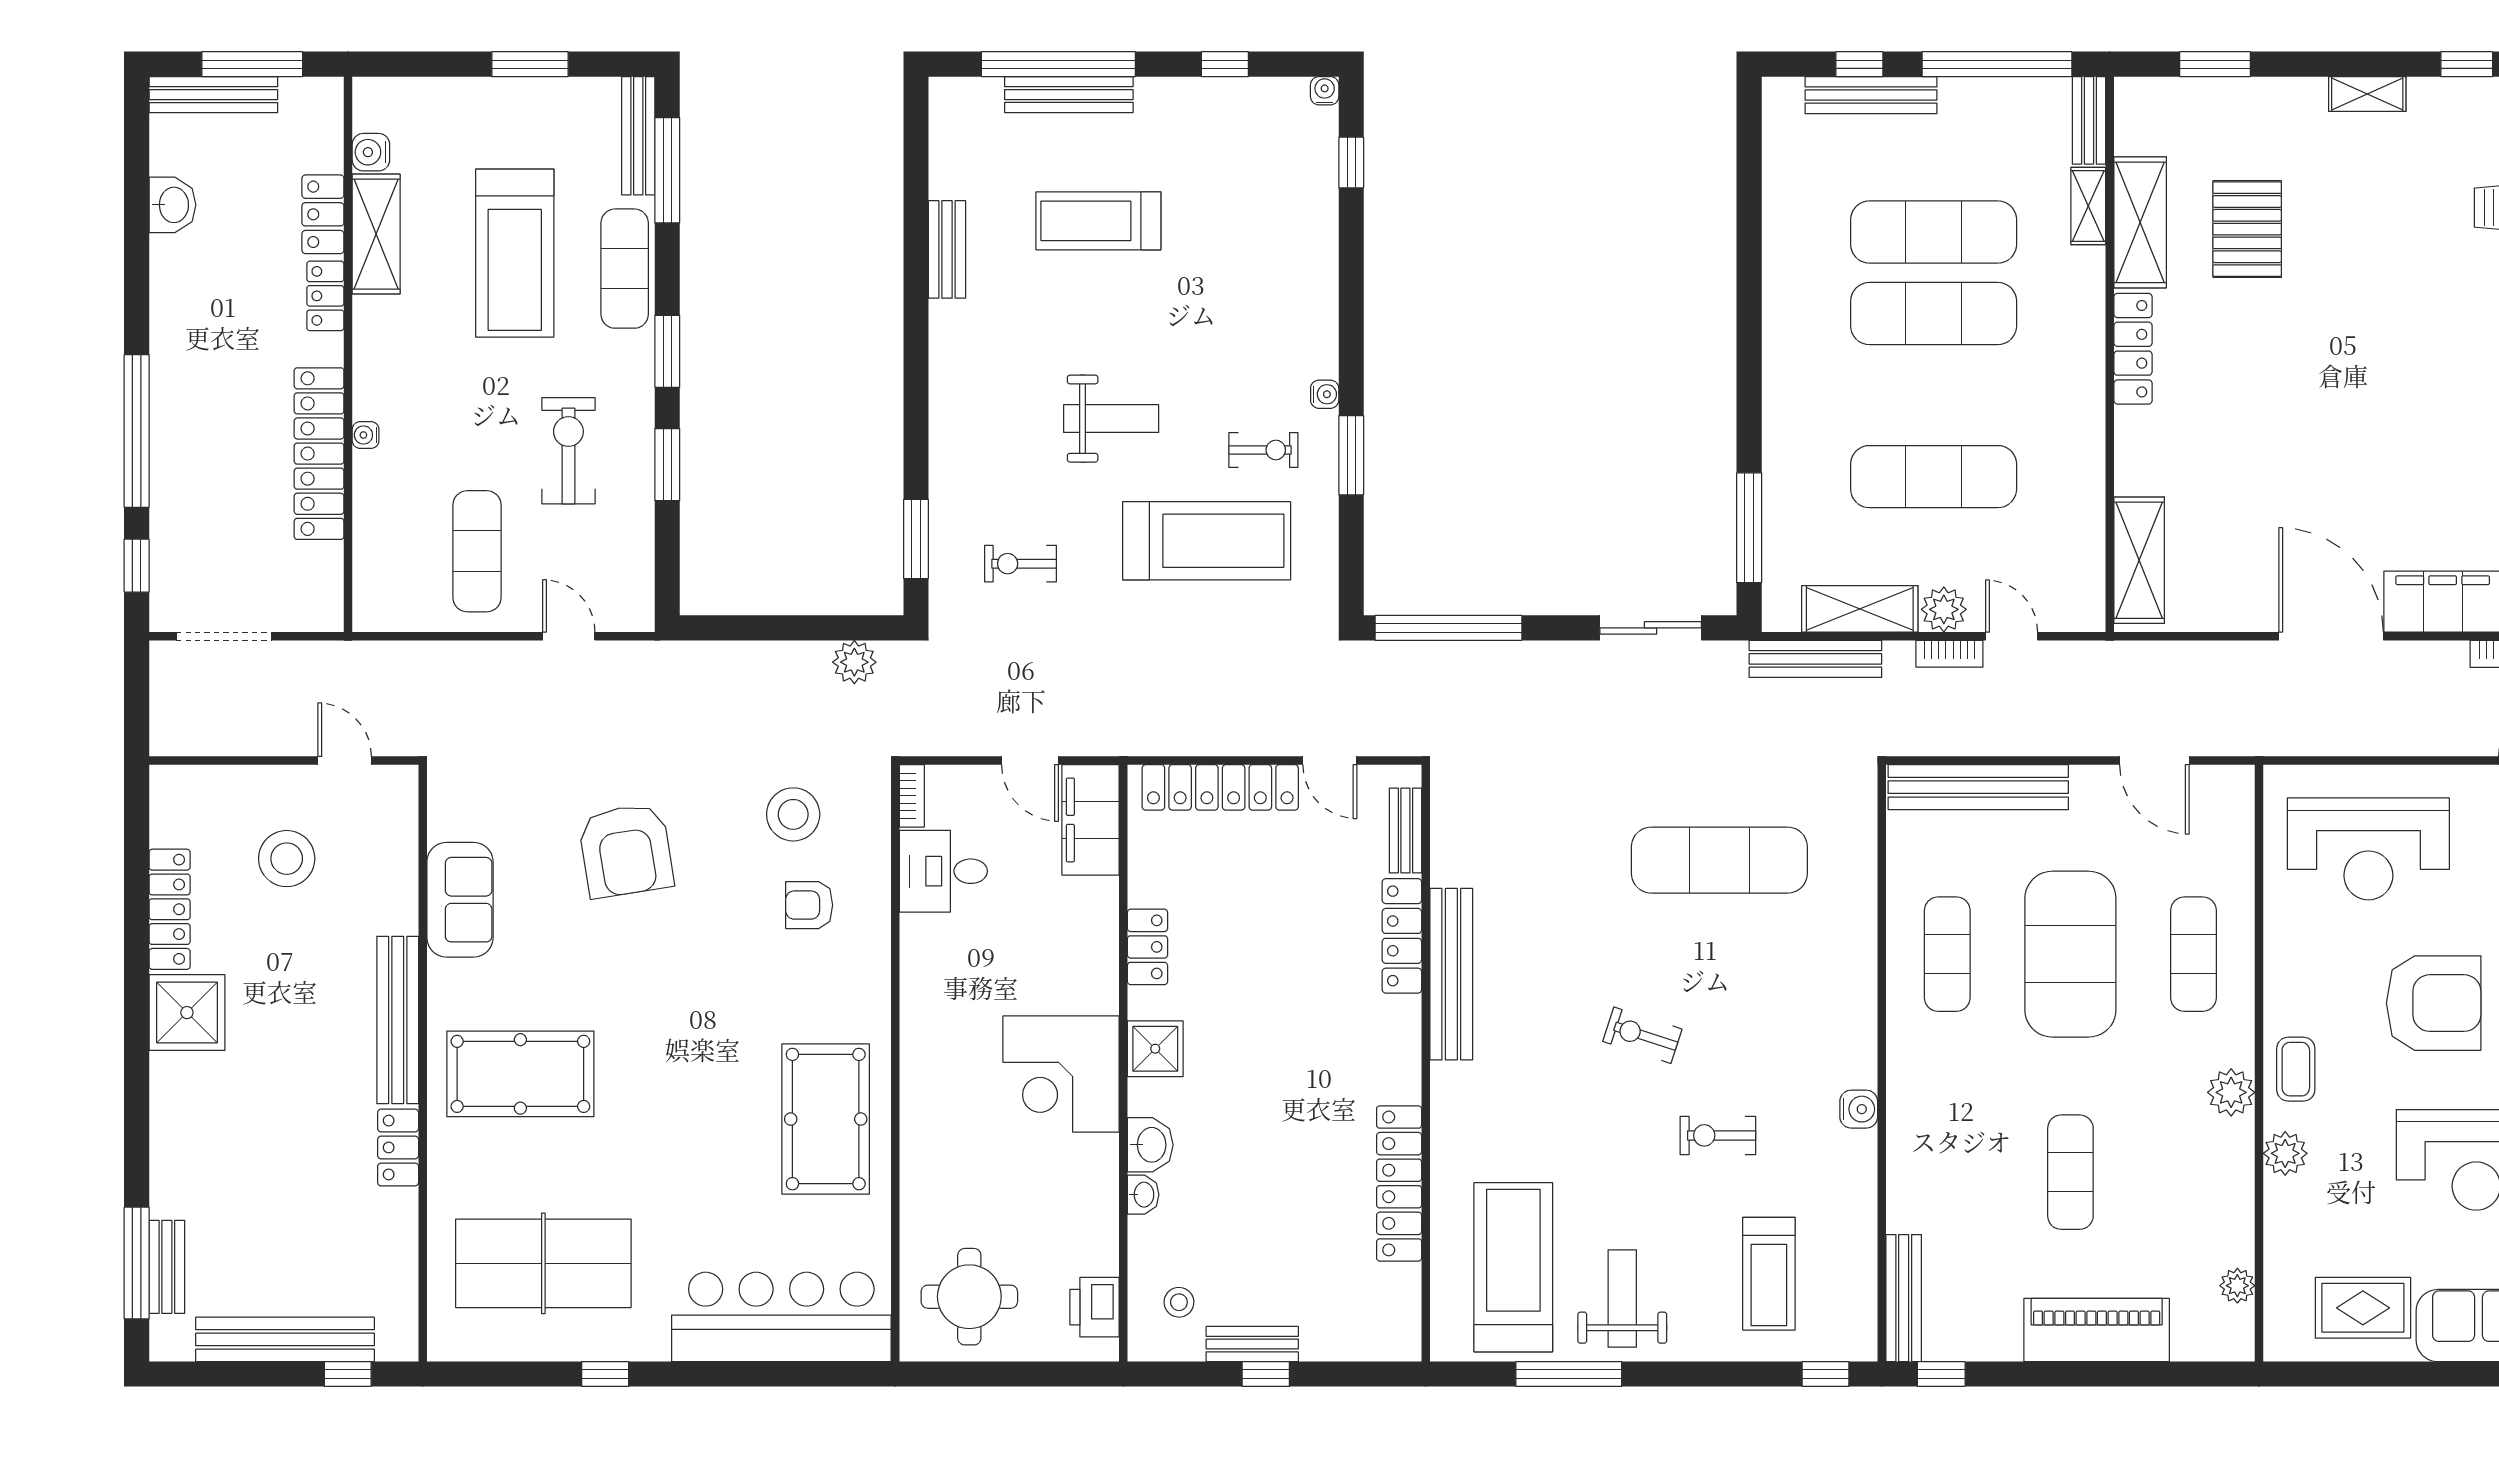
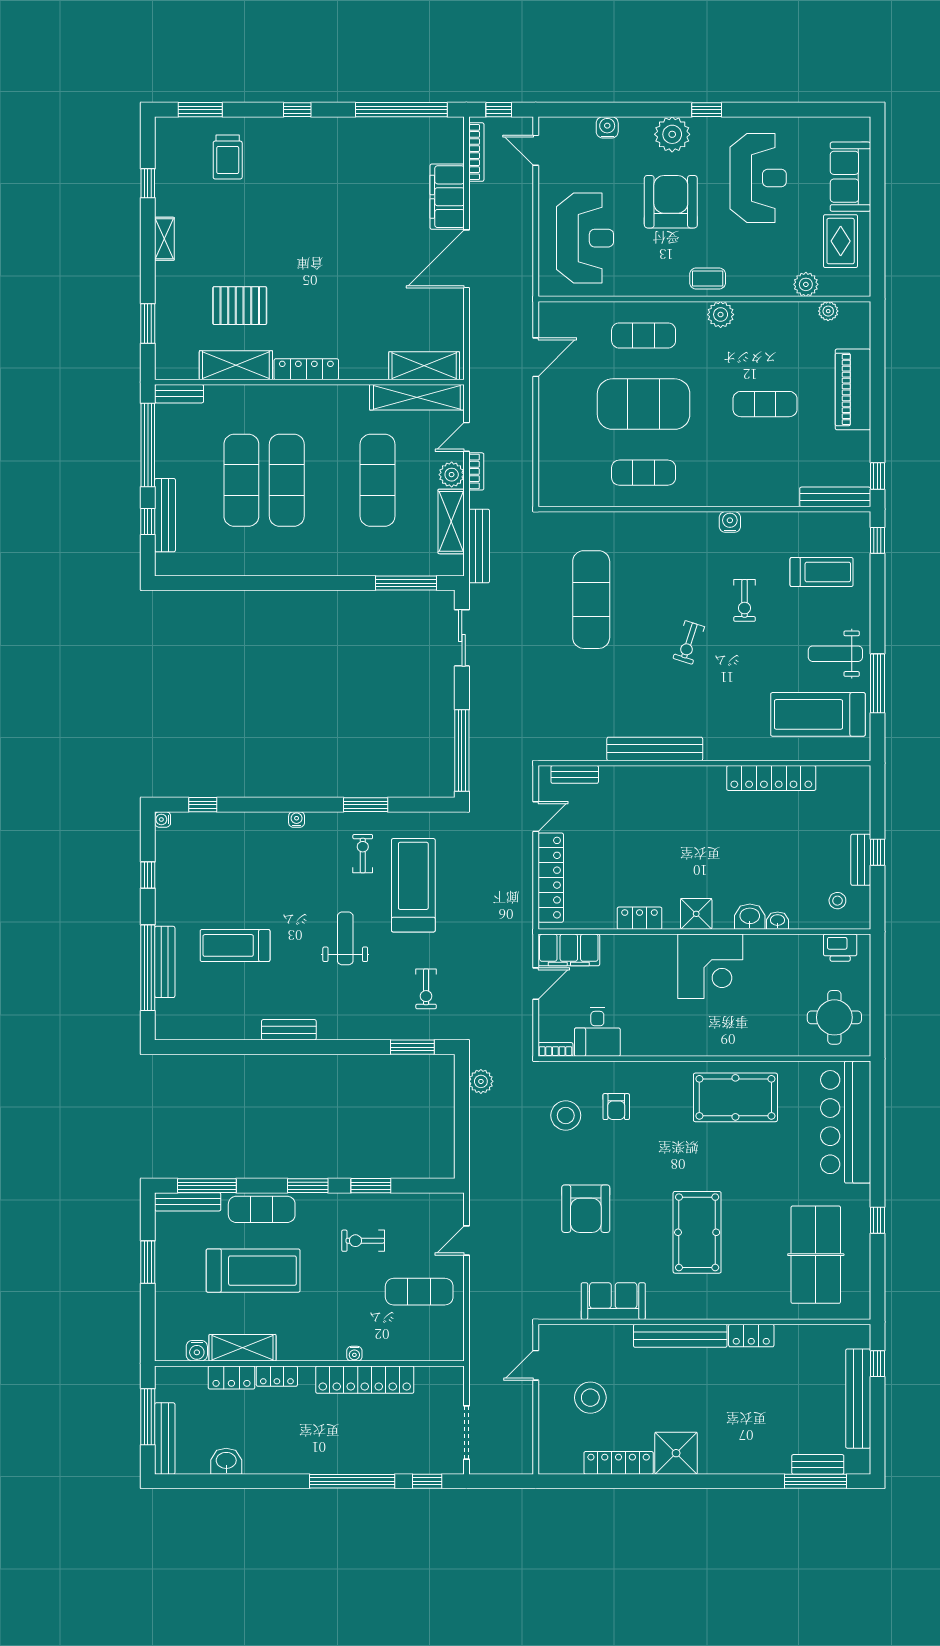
shelving: (2088, 206) -> (417, 397), moved, width x2.20, depth x1.33
treadmill: (1098, 221) -> (235, 945), turned 90
bench: (947, 249) -> (289, 1030), moved
water cooler: (1325, 394) -> (297, 819), moved
exercise bike: (568, 451) -> (363, 1241), width x0.73, depth x0.72
bench: (1978, 787) -> (551, 455), removed
armchair: (626, 850) -> (586, 1209), turned 99
locker: (1402, 936) -> (633, 776), removed
pool table: (520, 1074) -> (697, 1232), moved
plant: (2285, 1153) -> (806, 284), moved

